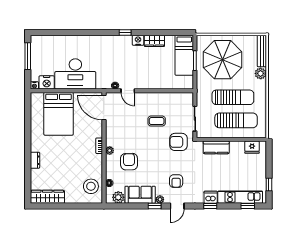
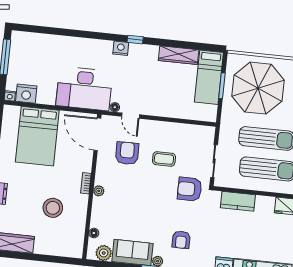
nightstand: (138, 40) -> (121, 48), moved
wardrobe: (154, 41) -> (179, 55), width x1.50
desk: (75, 74) -> (84, 89), moved
armchair: (129, 162) -> (127, 153), moved
stool: (91, 186) -> (53, 208), moved

